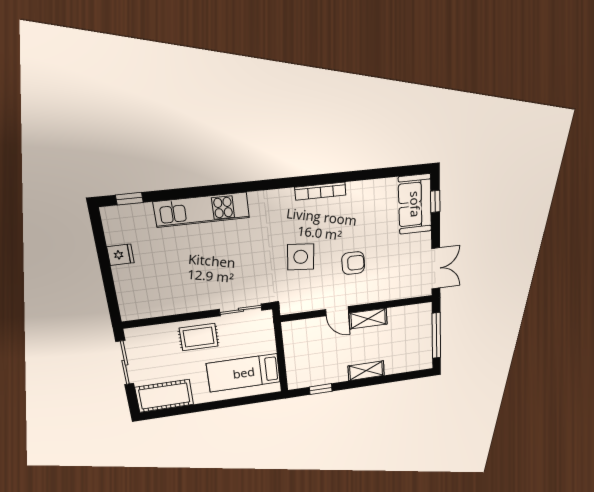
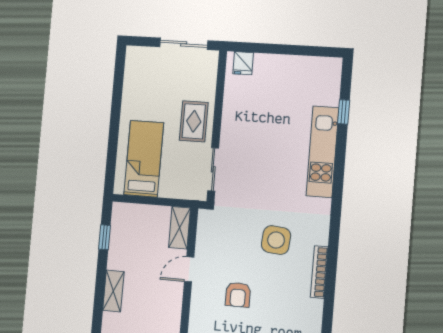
window: (129, 199) -> (344, 112), moved
fridge: (121, 255) -> (243, 63), moved
side table: (301, 257) -> (276, 240), moved
shelving: (368, 319) -> (179, 228), moved
cot: (164, 396) -> (138, 74), removed

